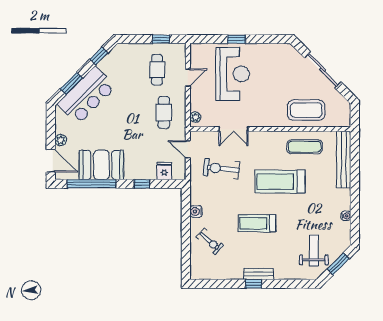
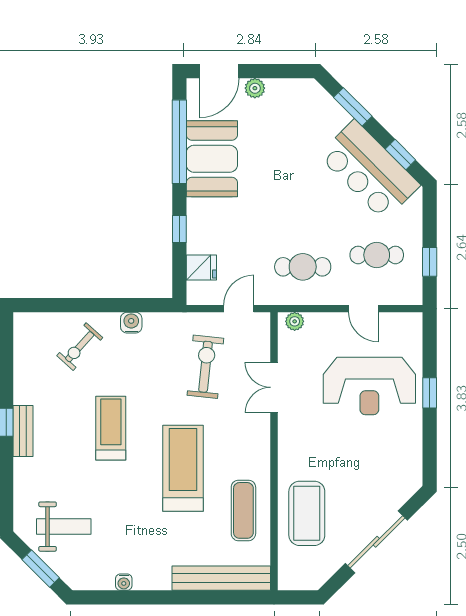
bar counter: (87, 95) -> (369, 170), moved

